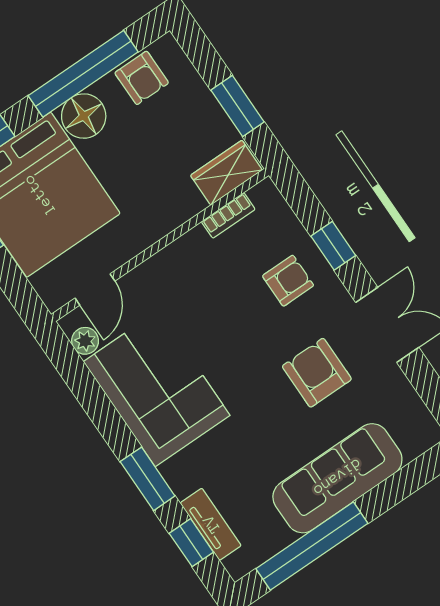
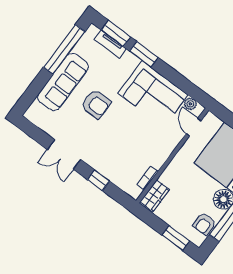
armchair: (142, 78) -> (204, 224), turned -90
window: (237, 106) -> (176, 238), moved
armchair: (288, 281) -> (113, 159), removed
armchair: (317, 373) -> (96, 104), moved
window: (191, 543) -> (116, 33), width x1.50

